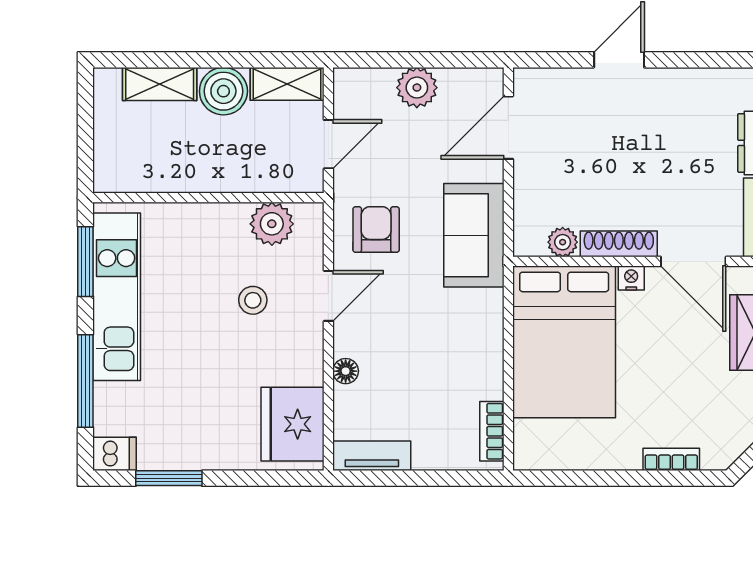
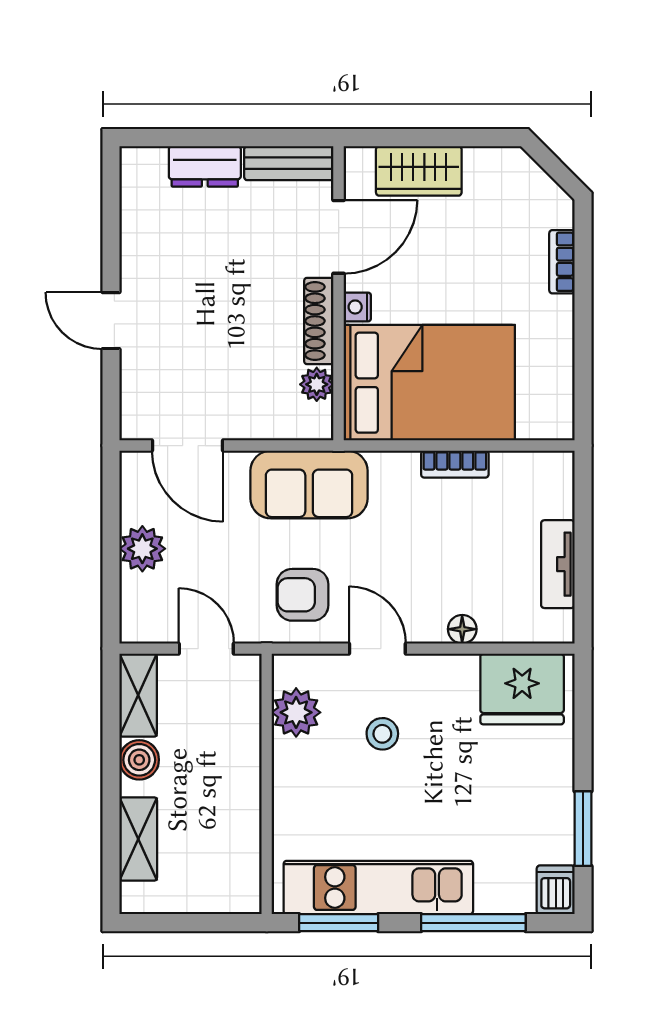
boiler: (223, 91) -> (139, 760), width x0.73, depth x0.73
bookcase: (492, 431) -> (455, 464), moved
tv unit: (372, 456) -> (558, 564), moved

